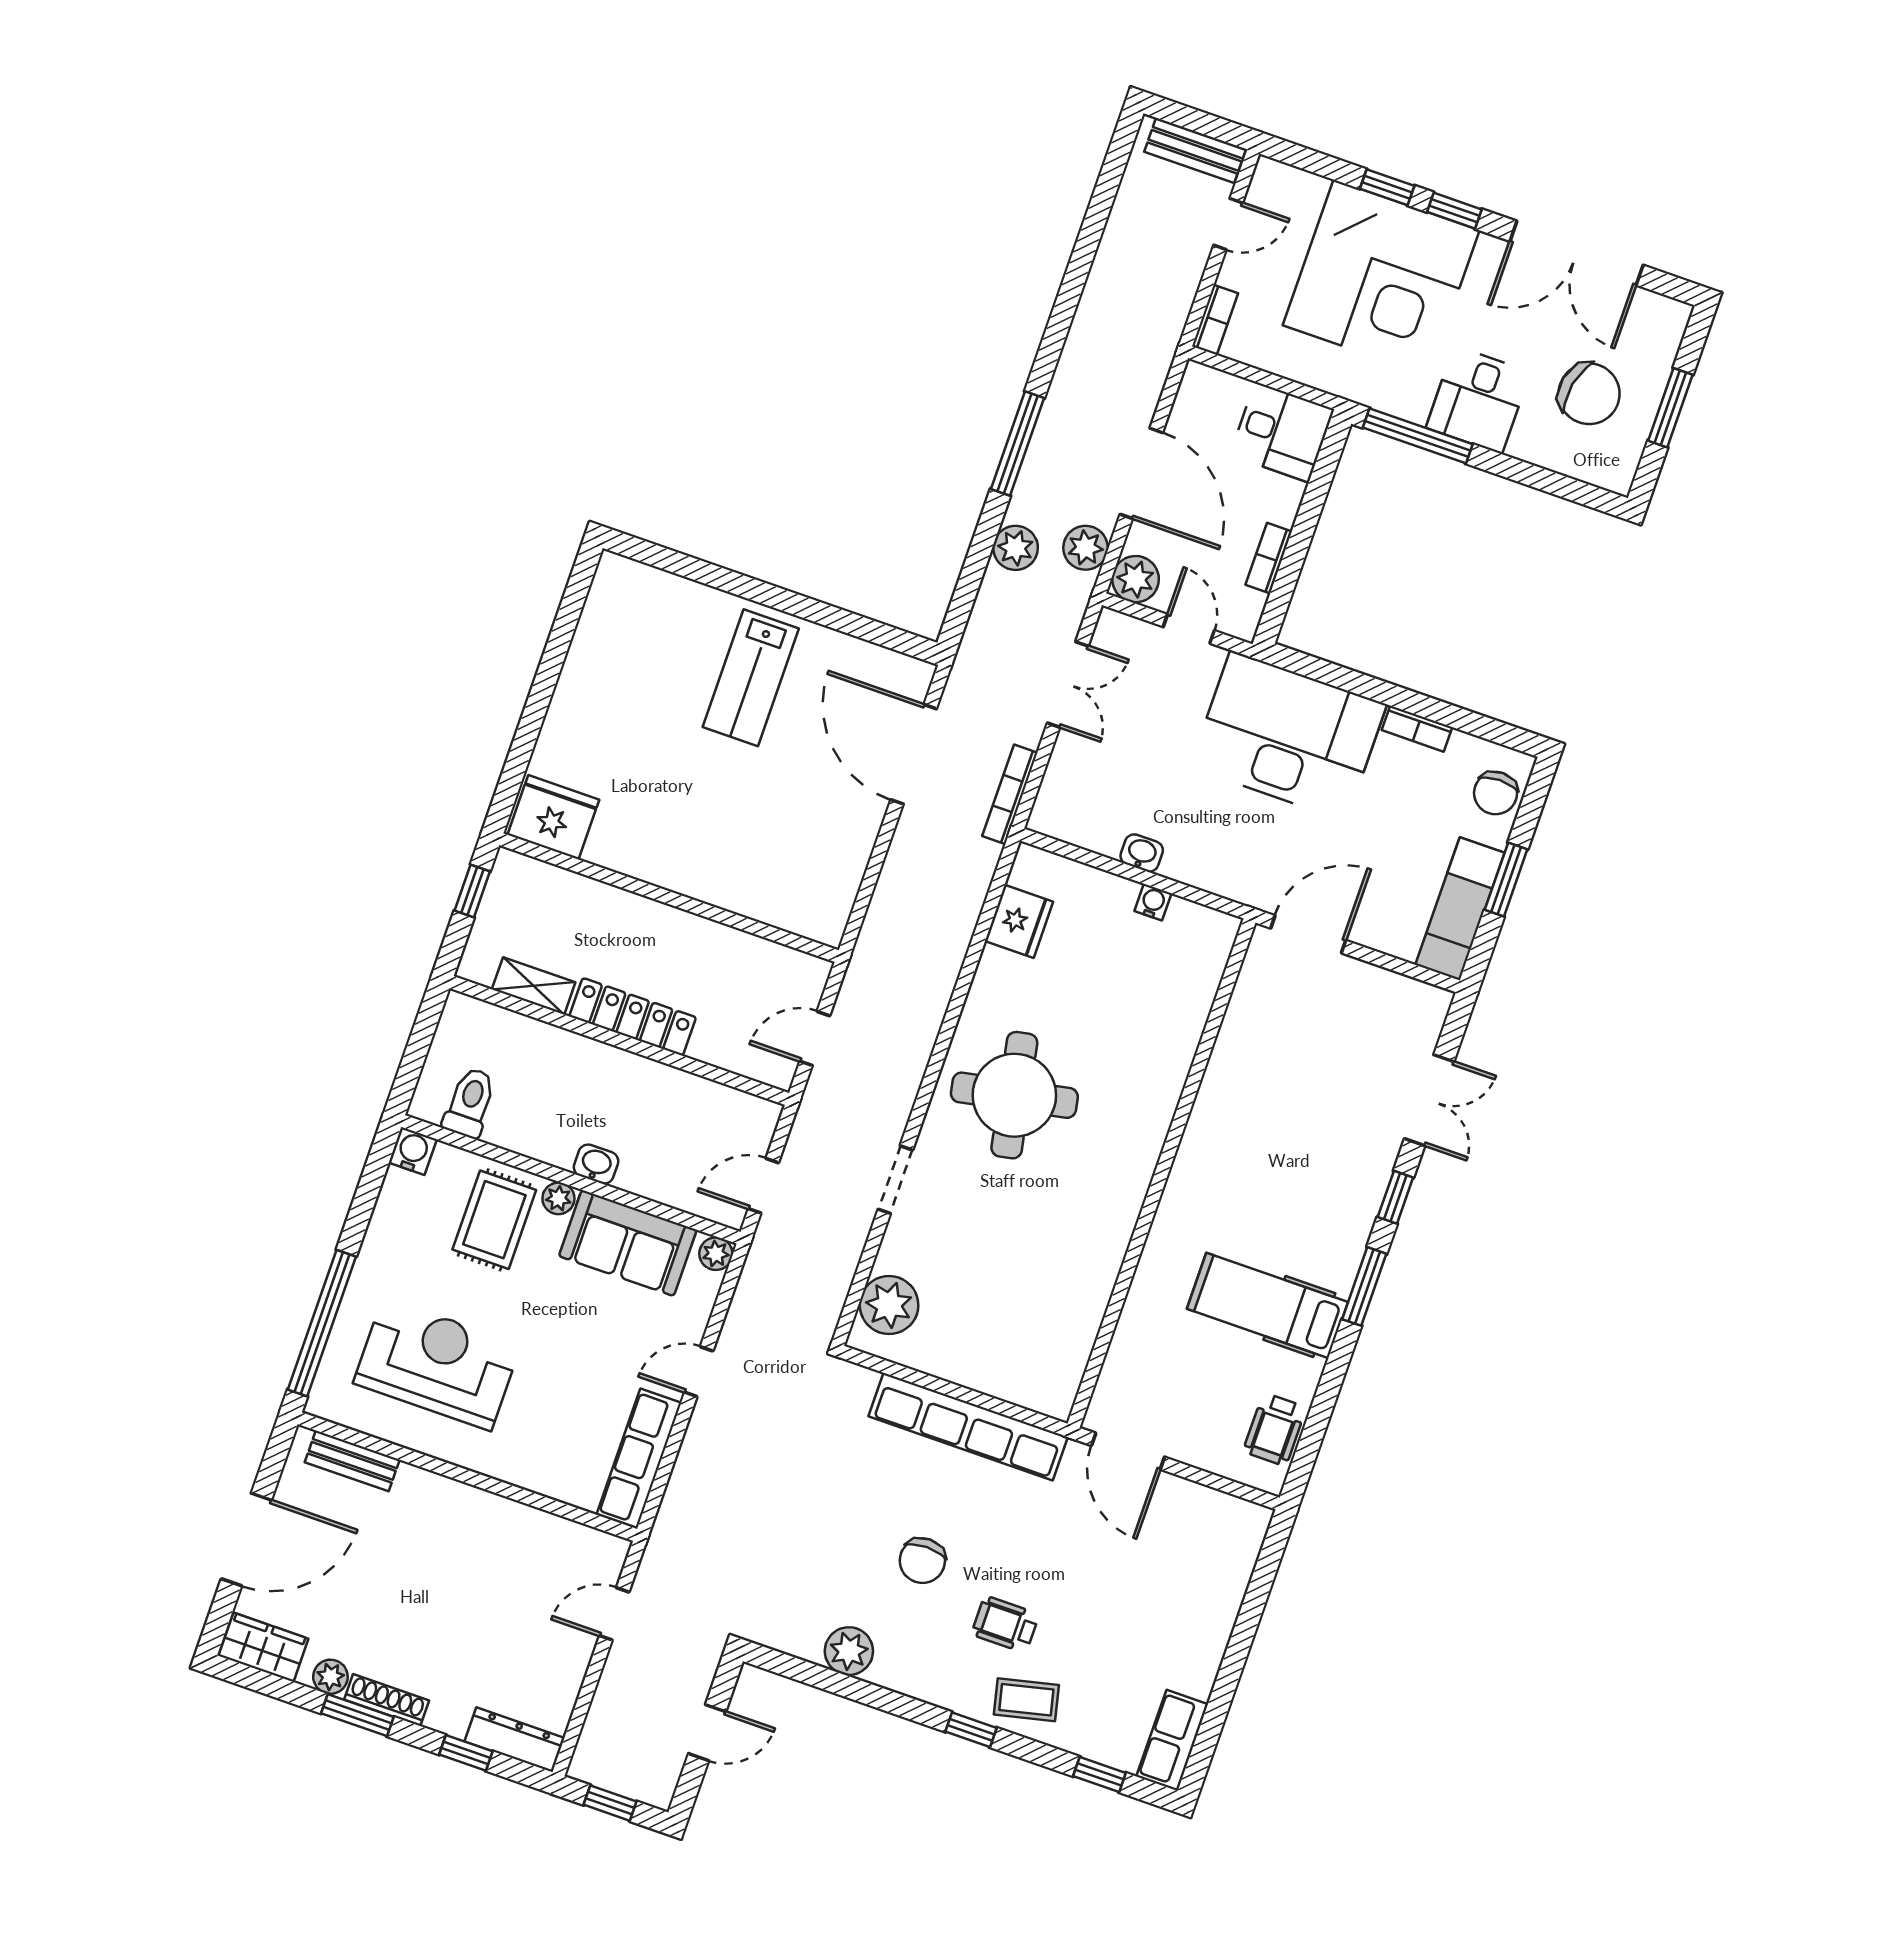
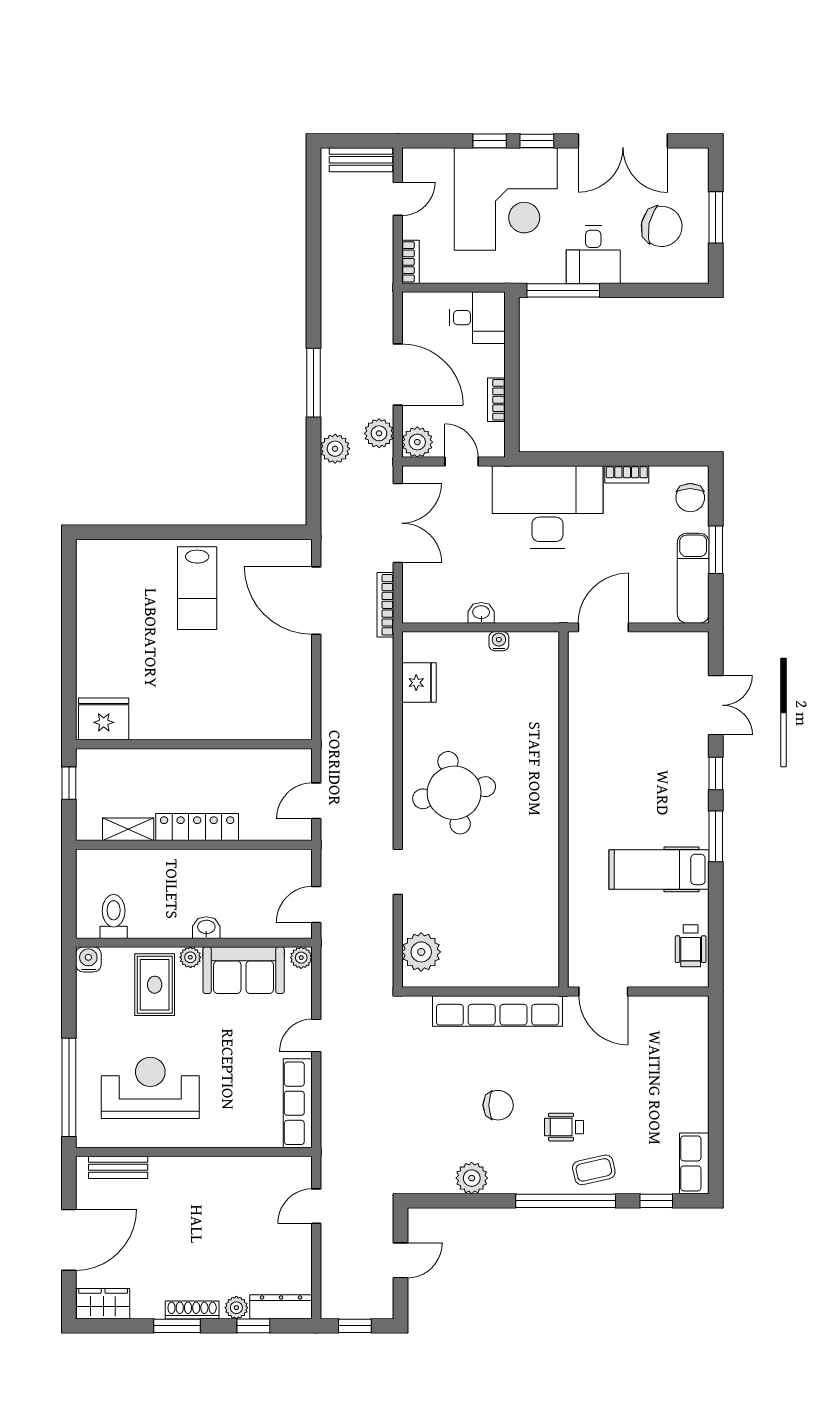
double door: (1068, 684) -> (398, 523), width x1.37
chair: (922, 1561) -> (498, 1105), turned -90
plant: (330, 1677) -> (236, 1308), moved
window: (971, 1730) -> (566, 1201), width x3.17

